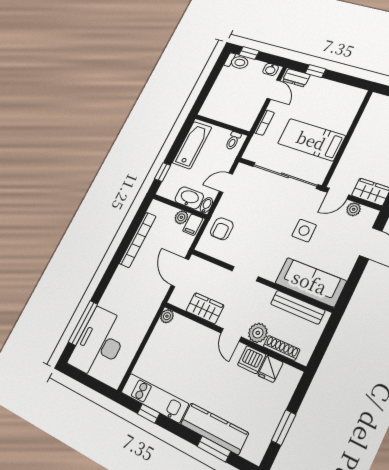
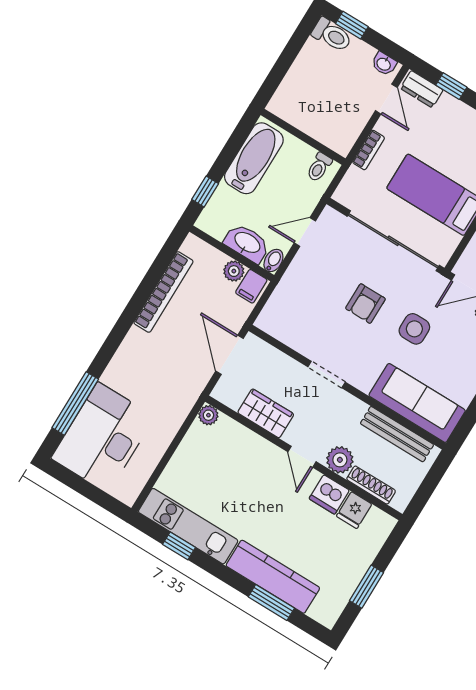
armchair: (222, 229) -> (365, 304), moved

